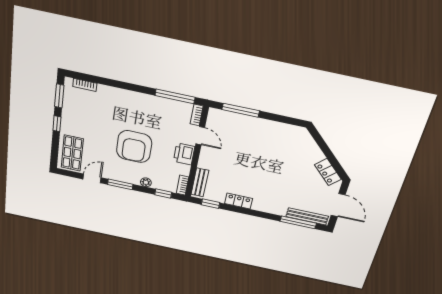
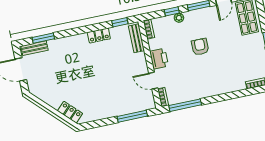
armchair: (134, 147) -> (200, 47), width x0.53, depth x0.53
locker: (328, 172) -> (70, 112), moved
window: (163, 194) -> (172, 11), moved
bench: (307, 216) -> (35, 48), width x0.73
window: (298, 222) -> (43, 38), width x0.69

